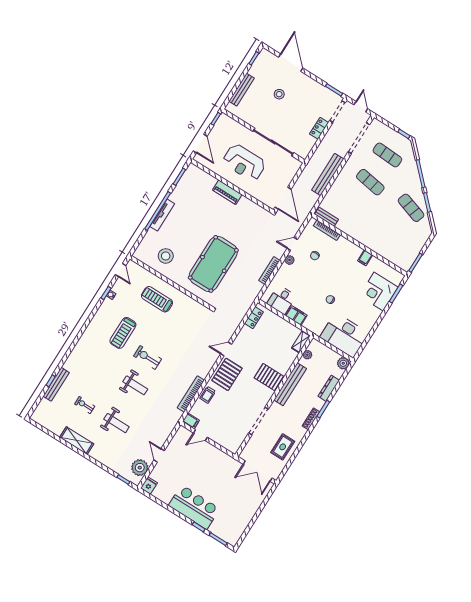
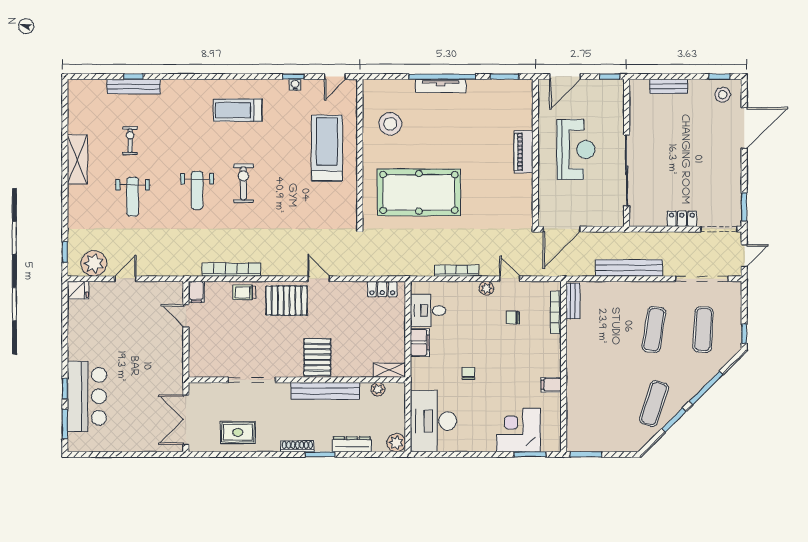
bench: (242, 90) -> (669, 86), width x0.73
stool: (279, 94) -> (723, 95), moved
reception desk: (244, 163) -> (576, 149), turned 180
treadmill: (157, 299) -> (327, 148), width x1.37, depth x1.38
treadmill: (123, 333) -> (238, 110), moved
bar counter: (194, 507) -> (87, 396), moved

